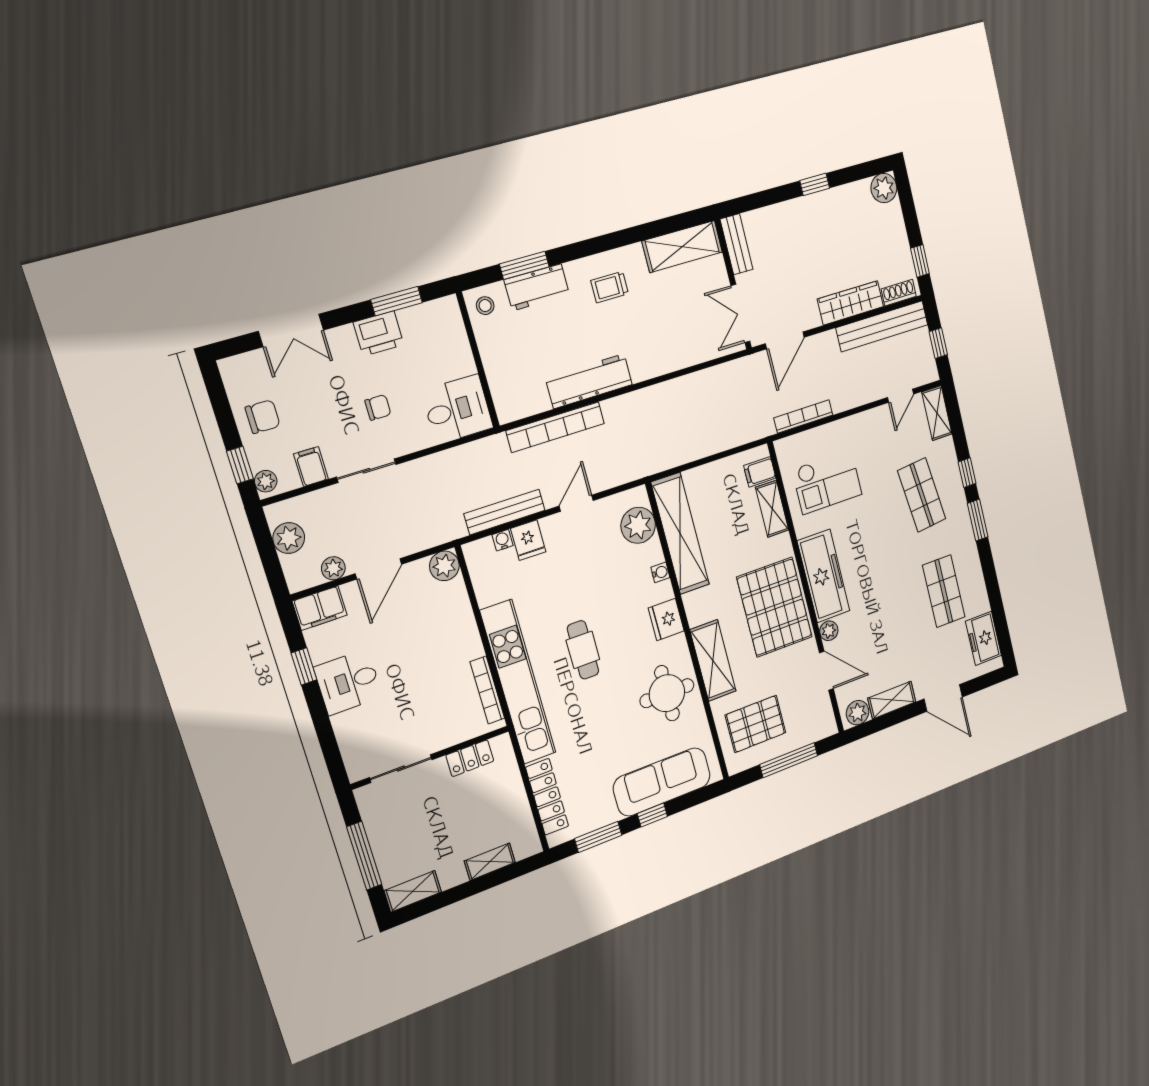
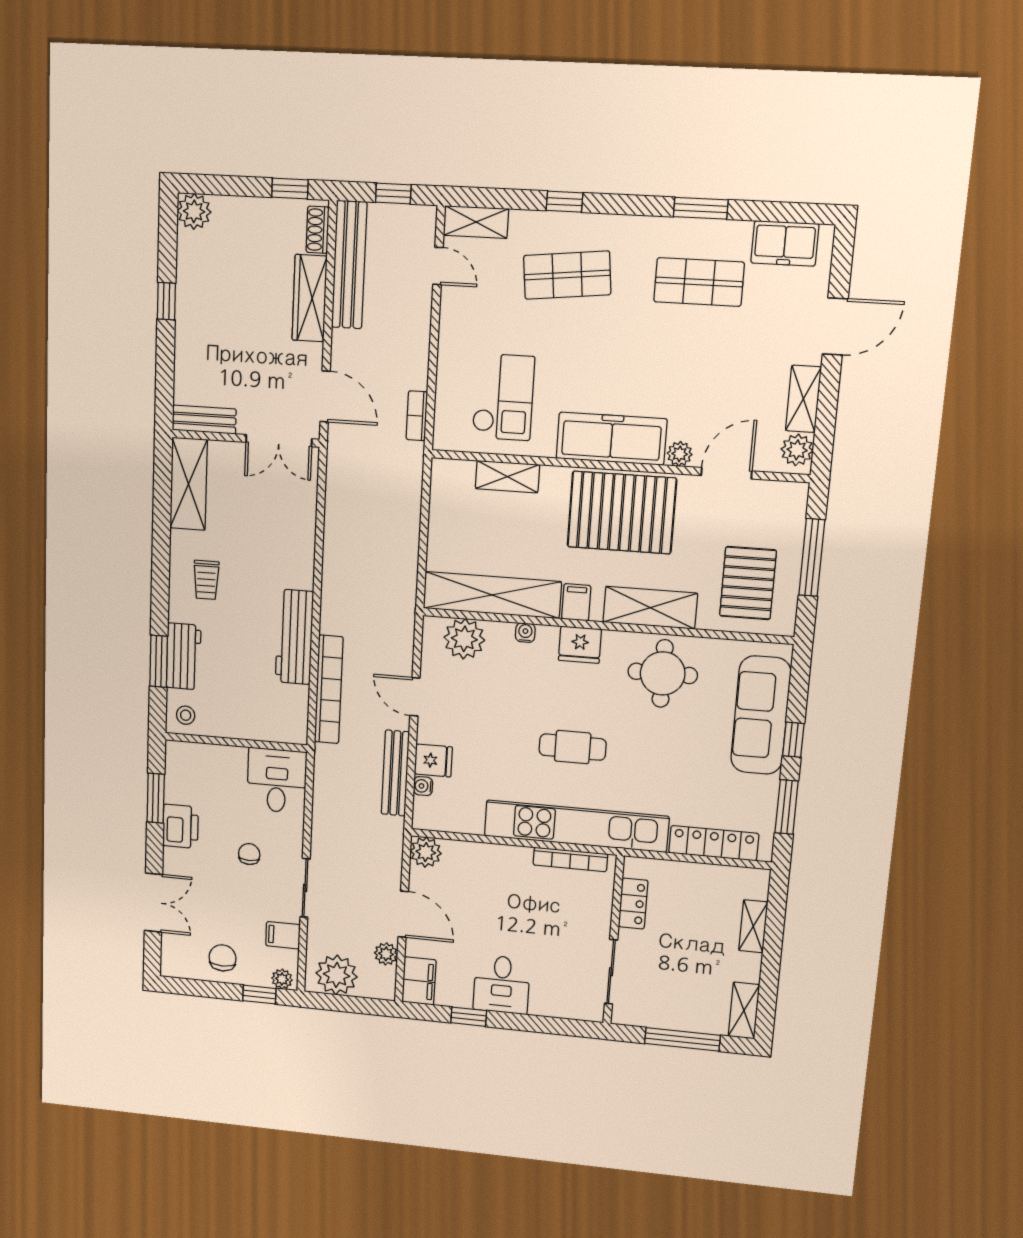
bookcase: (803, 417) -> (417, 416), width x0.64
filing cabinet: (760, 472) -> (576, 602), moved, turned 180
window: (978, 520) -> (701, 208), moved
plant: (289, 538) -> (337, 975), width x1.36, depth x1.36

